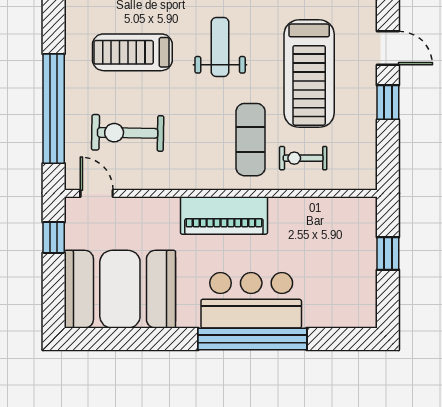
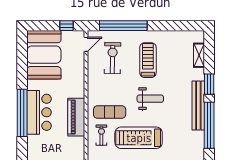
piano: (224, 216) -> (76, 117), moved

